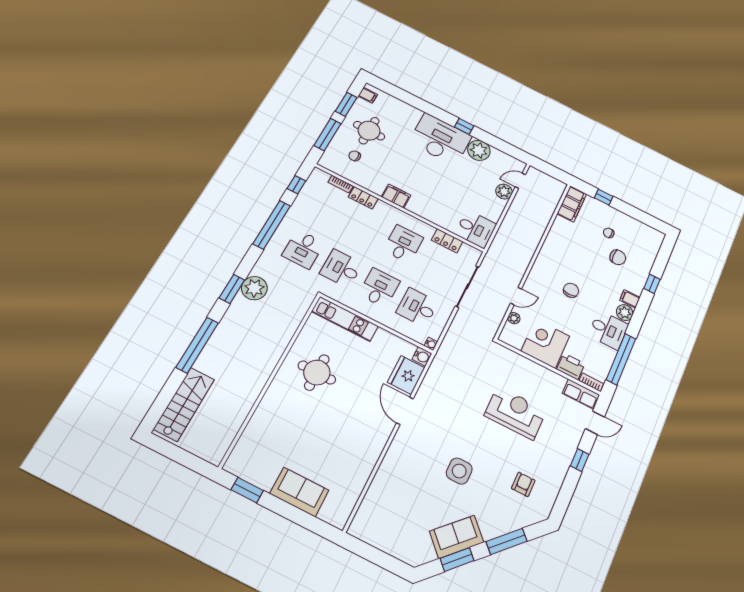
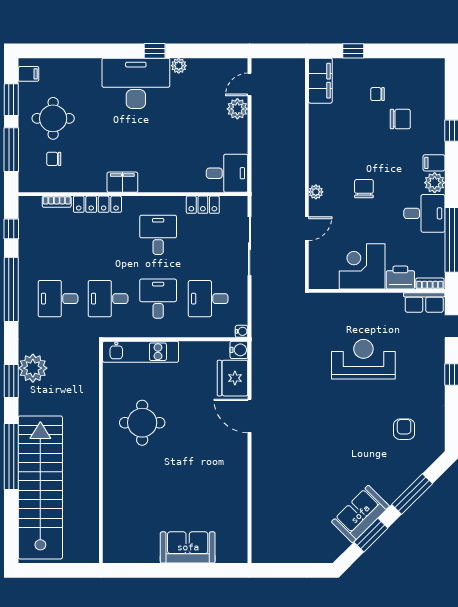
plant: (479, 150) -> (179, 66), width x0.53, depth x0.53
locker: (363, 198) -> (97, 204), width x1.53
desk: (303, 249) -> (58, 299), turned 90
plant: (514, 318) -> (316, 192), moved
stairs: (184, 404) -> (40, 487), width x1.86, depth x1.51
side table: (459, 471) -> (333, 449), removed
window: (247, 490) -> (138, 570), removed

